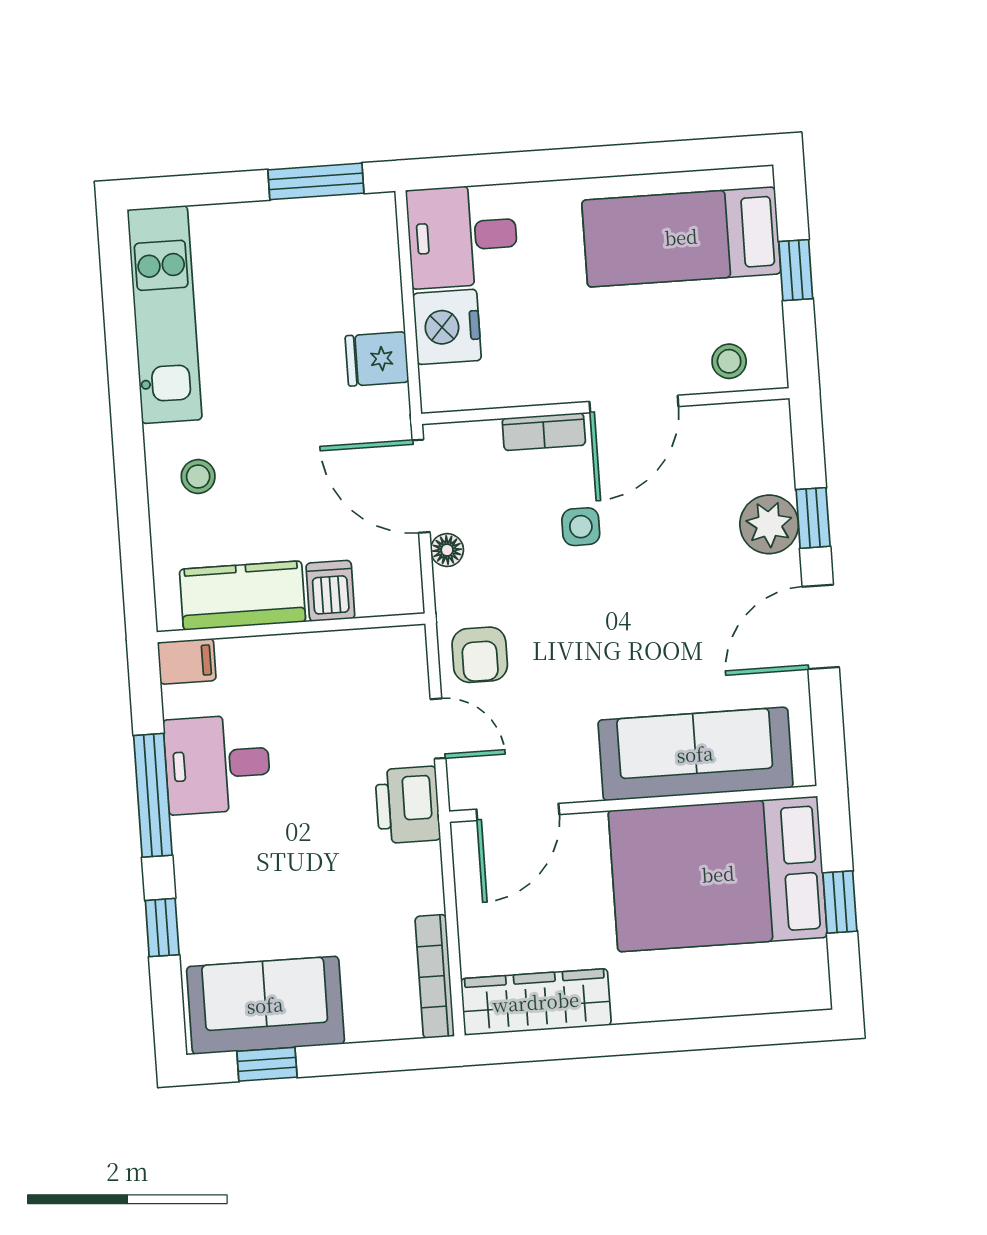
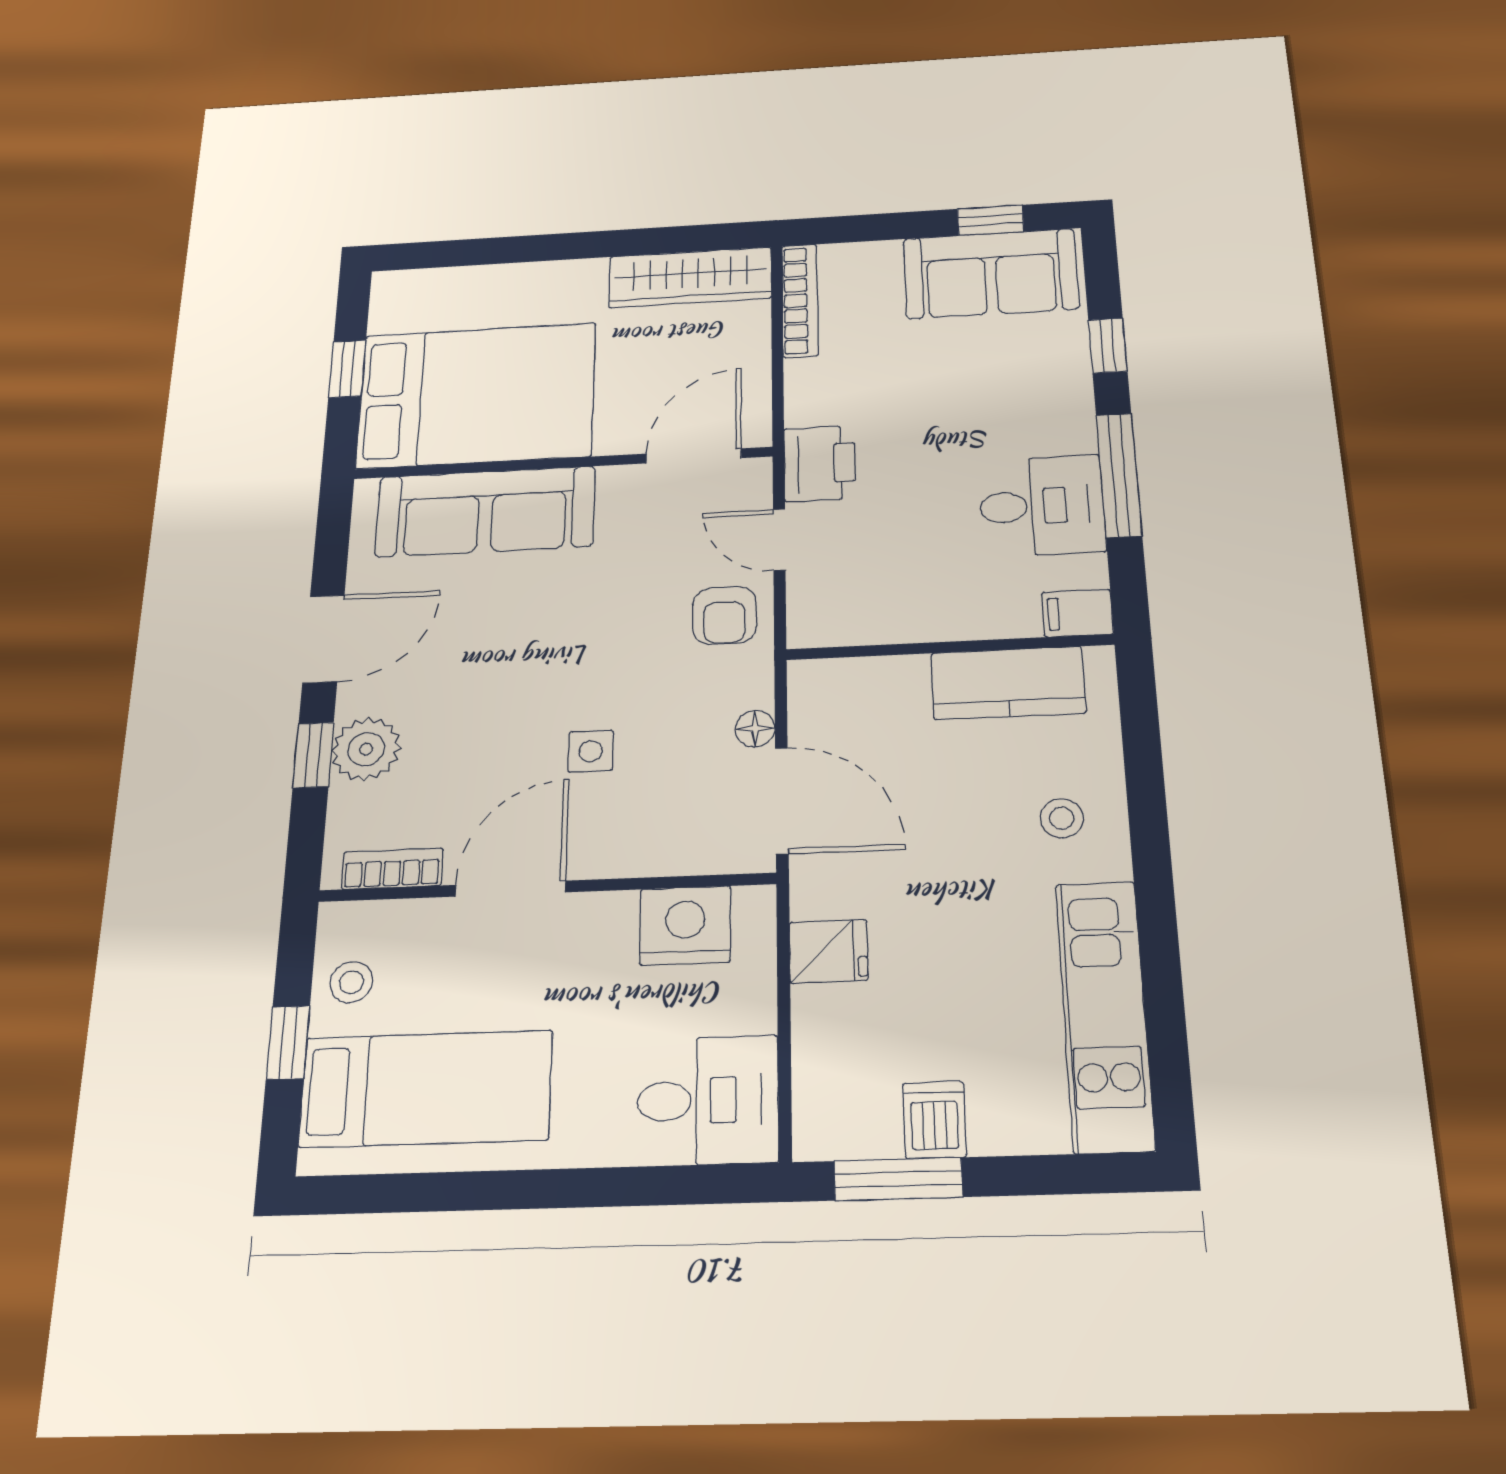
nightstand: (447, 327) -> (685, 926), moved, turned -90
stool: (729, 361) -> (351, 982), moved
bookcase: (544, 432) -> (392, 869), moved
dishwasher: (330, 591) -> (934, 1120), moved, turned 180
armchair: (480, 655) -> (724, 615), turned 180

